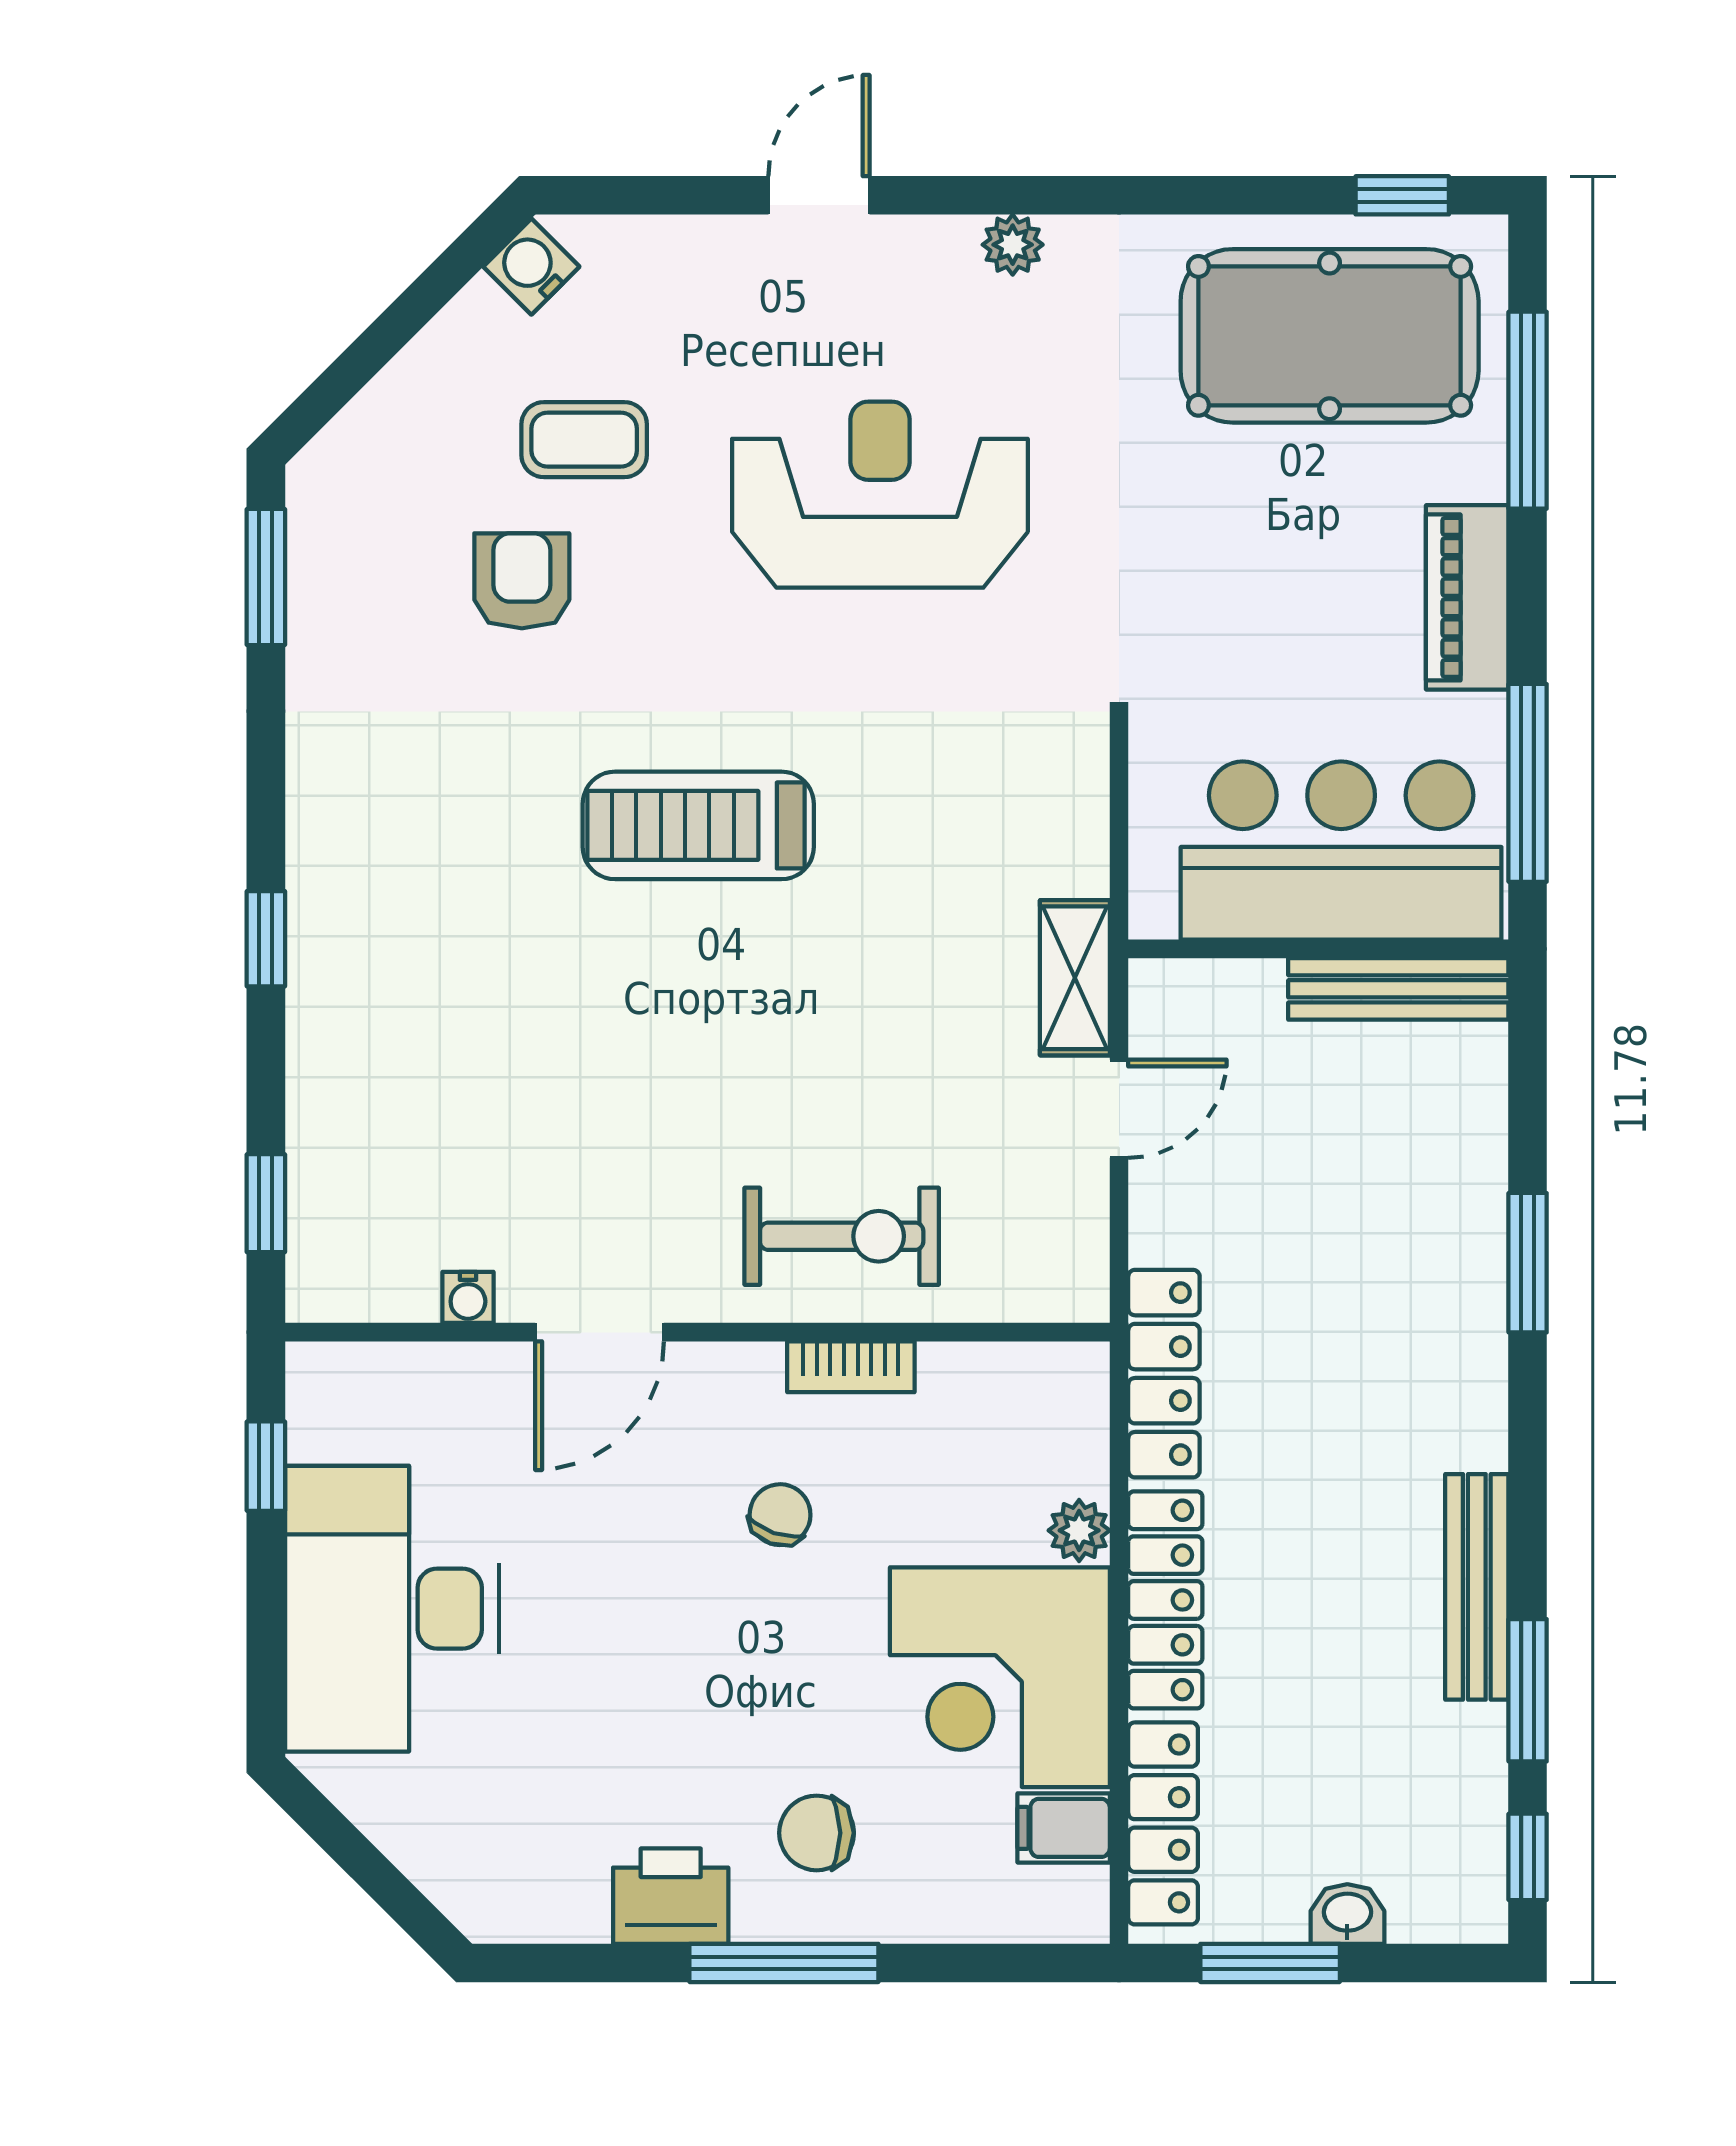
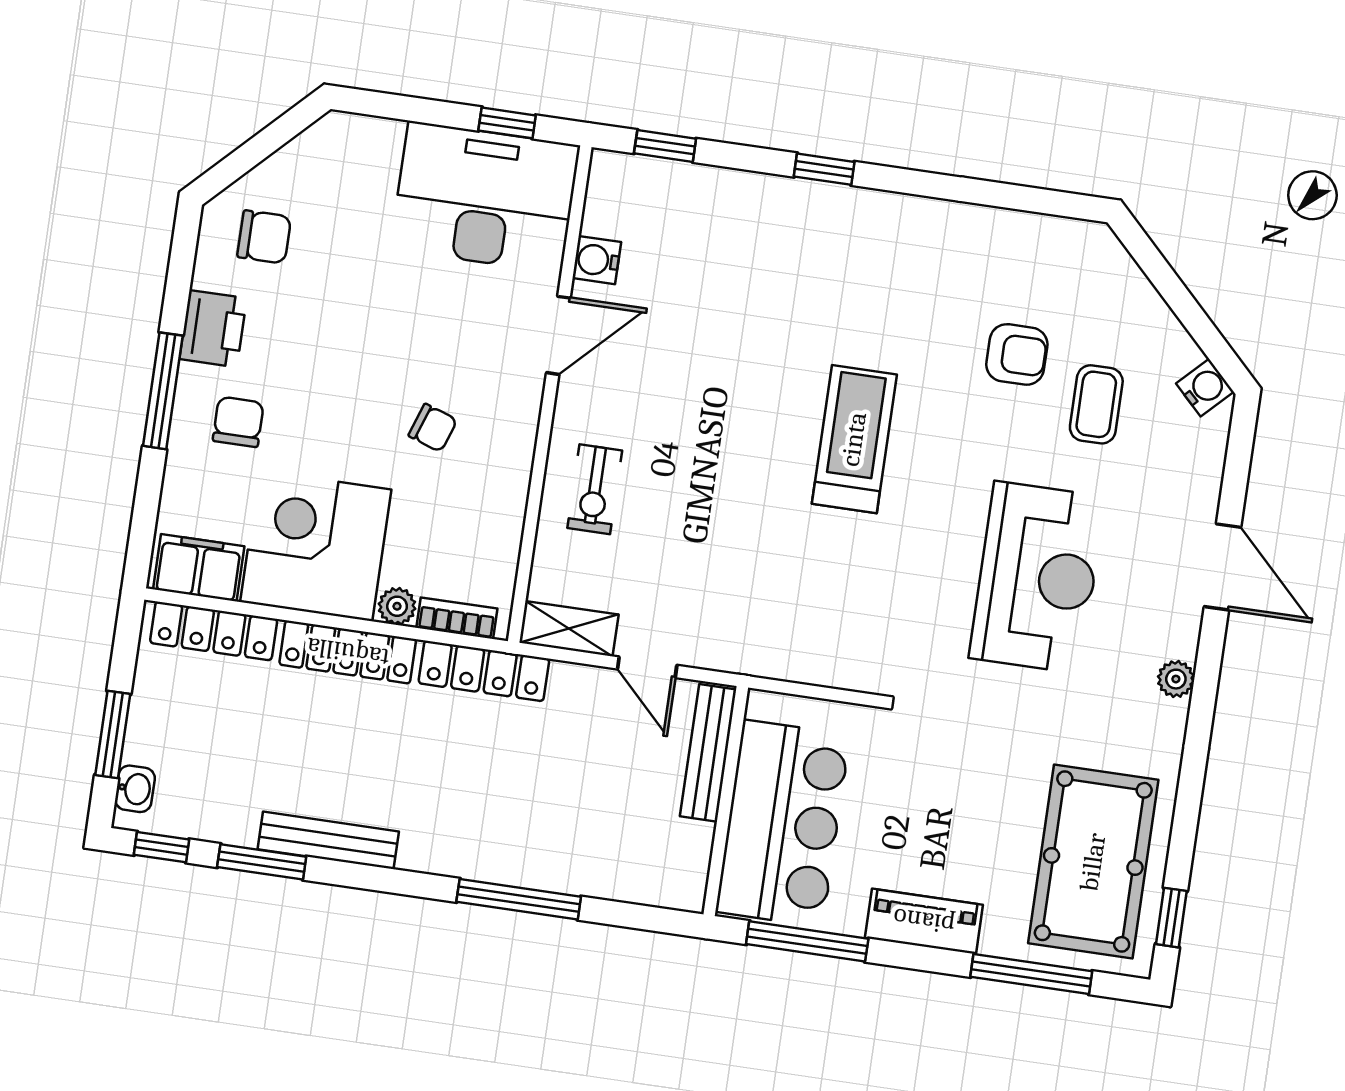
door: (819, 195) -> (1223, 567), width x1.38
window: (266, 577) -> (1042, 201), removed
shelving: (1075, 978) -> (569, 629), moved
bench: (1398, 989) -> (708, 753), moved
exercise bike: (842, 1236) -> (595, 489), width x0.73, depth x0.72
window: (1528, 1263) -> (519, 899), width x1.44
water cooler: (468, 1297) -> (597, 260), width x1.38, depth x1.38
door: (600, 1332) -> (558, 335), swing flipped
bookcase: (851, 1367) -> (457, 618), moved, turned 90
desk: (392, 1609) -> (485, 197), moved
filing cabinet: (1064, 1828) -> (199, 568), width x2.00
chair: (509, 1835) -> (264, 237), added
washbasin: (1347, 1914) -> (135, 789), moved
window: (1270, 1963) -> (113, 735), moved

